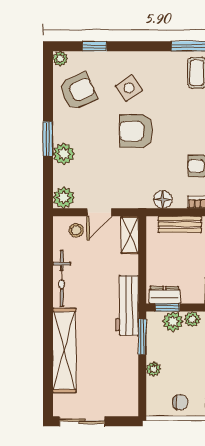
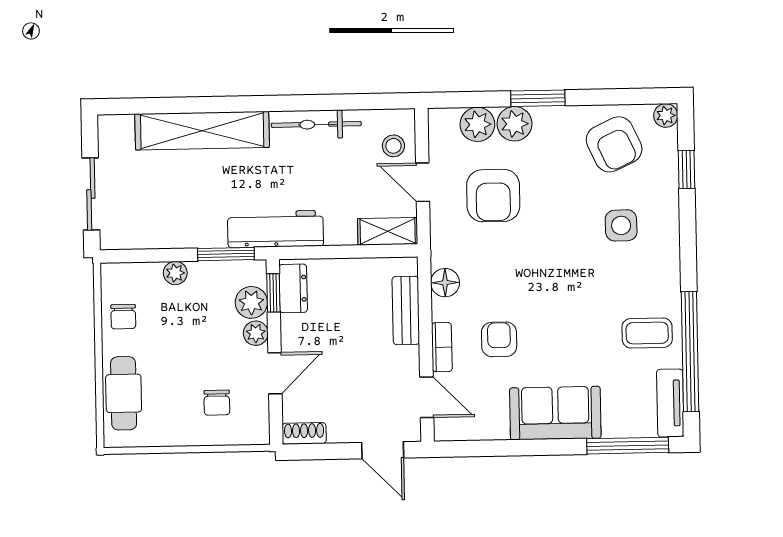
side table: (129, 88) -> (621, 225), turned 34
armchair: (136, 131) -> (493, 196), moved, turned 180
plant: (64, 198) -> (477, 124), moved
sliding door: (82, 421) -> (91, 194), moved

